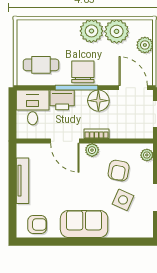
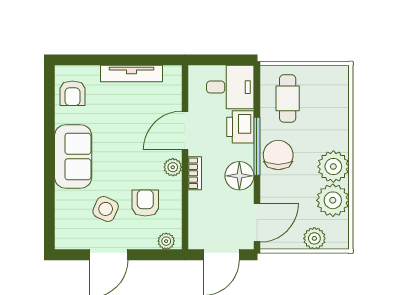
chair: (83, 72) -> (278, 155), turned -90
armchair: (119, 171) -> (145, 203), turned 80

